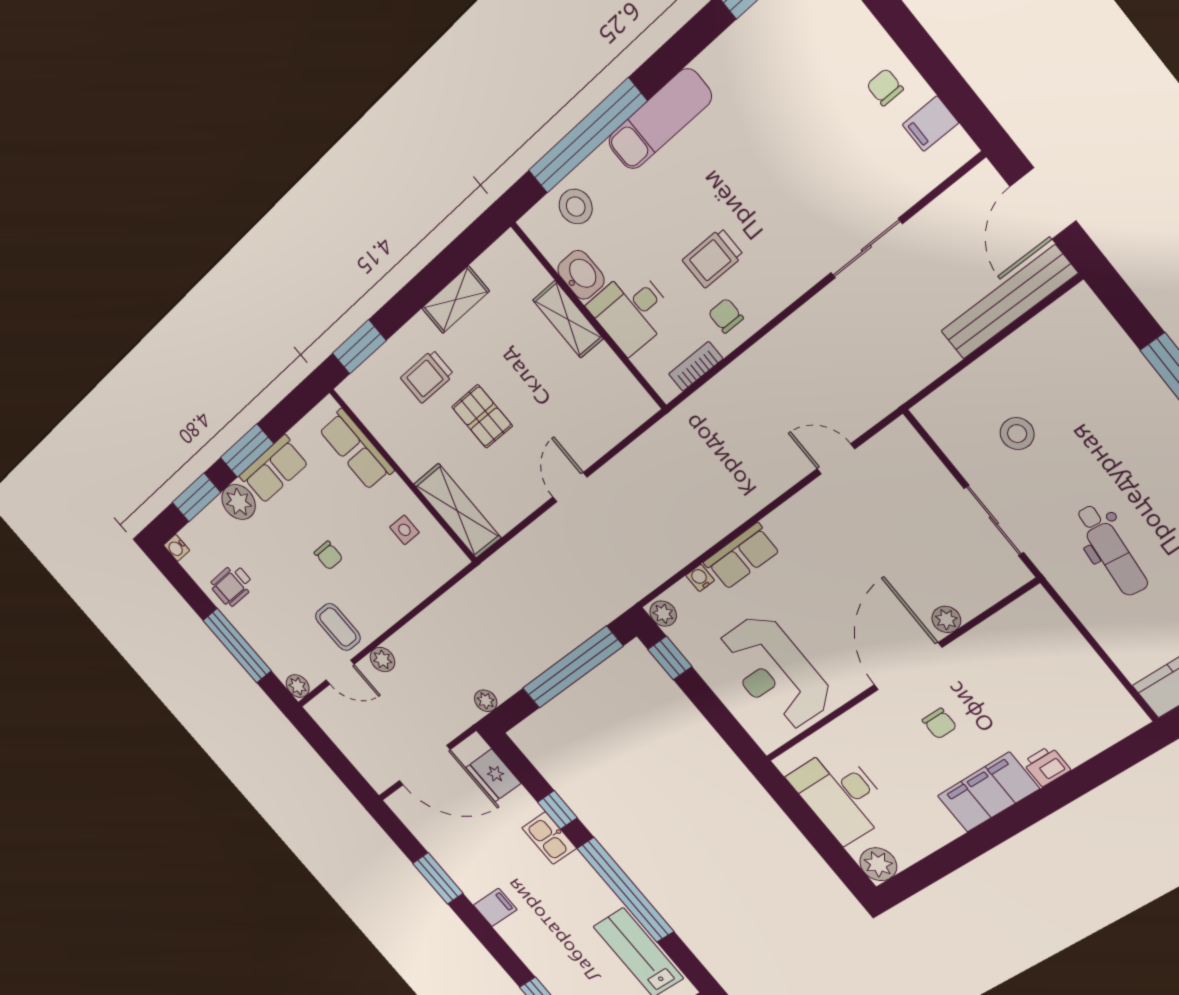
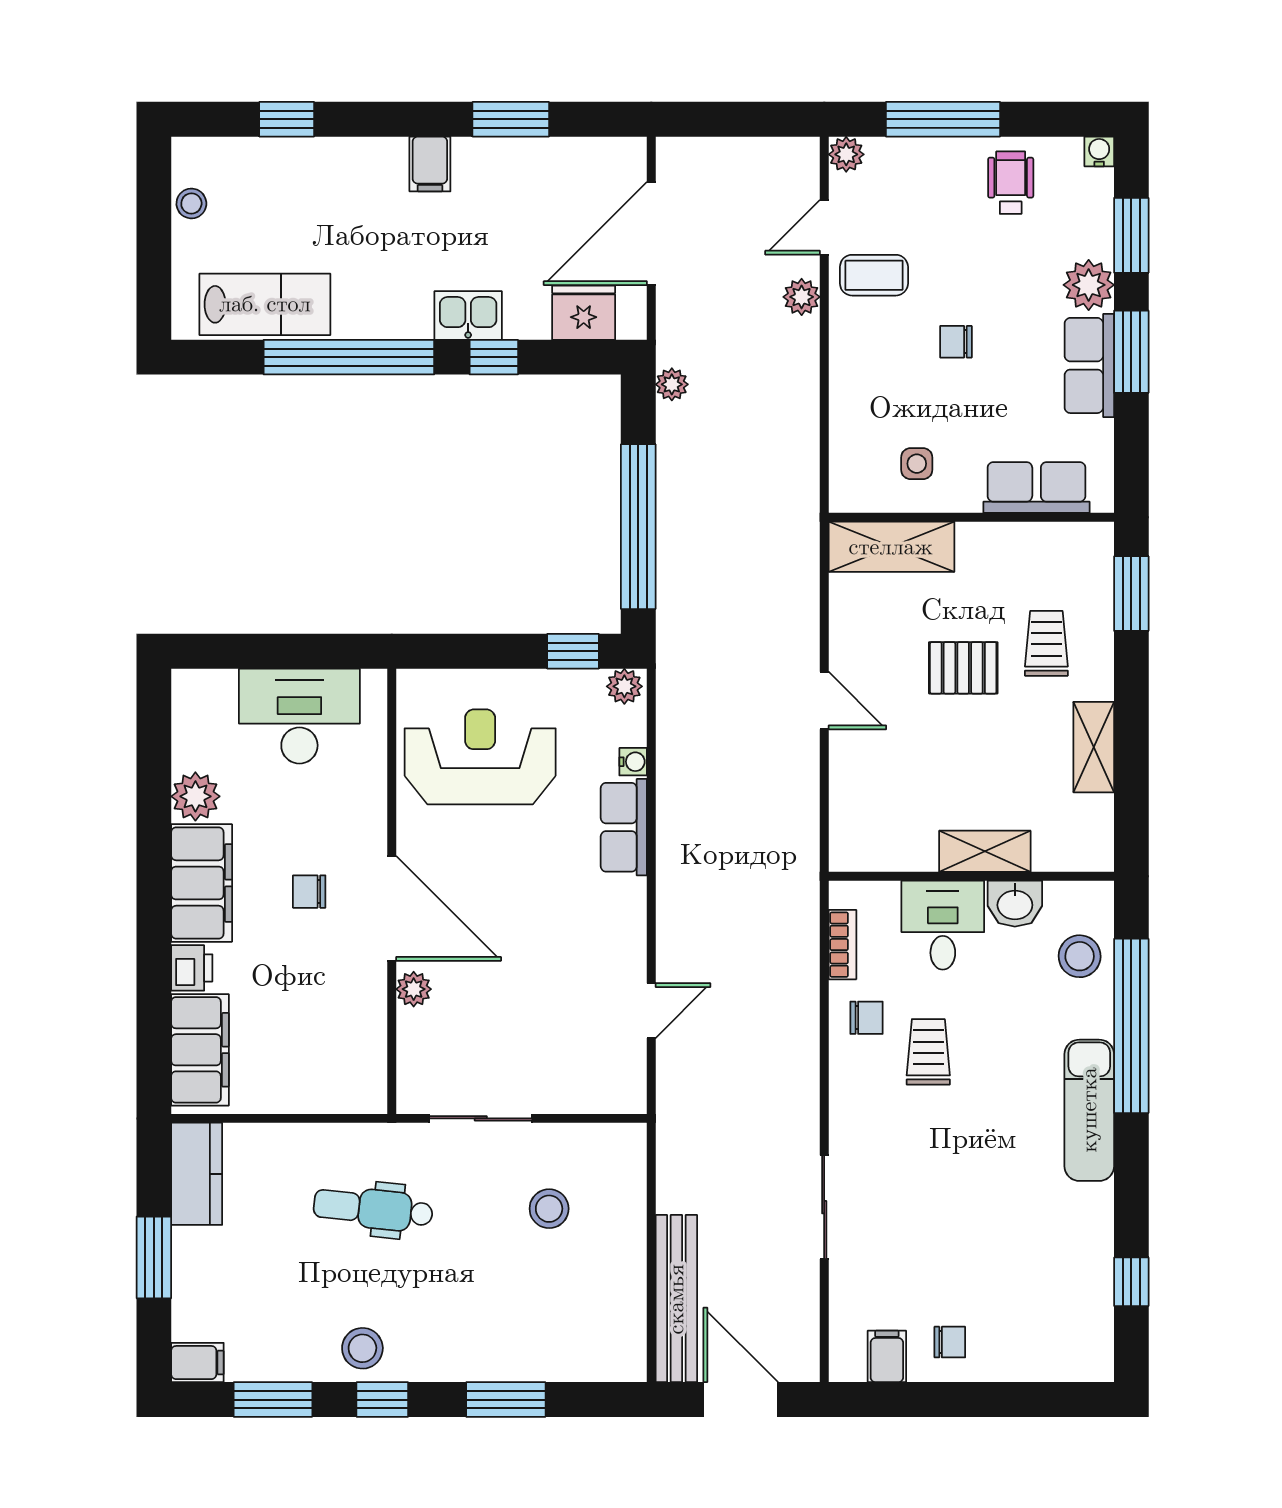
filing cabinet: (1095, 729) -> (200, 1050), added
plant: (878, 864) -> (195, 796), moved

